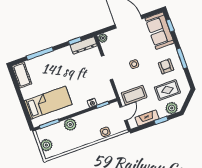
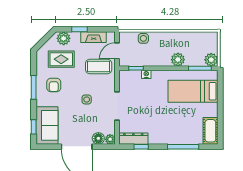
floor lamp: (113, 35) -> (98, 138), added
plant: (46, 145) -> (211, 60), moved

